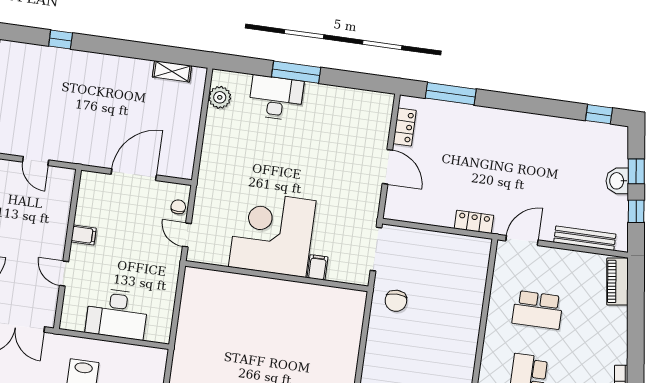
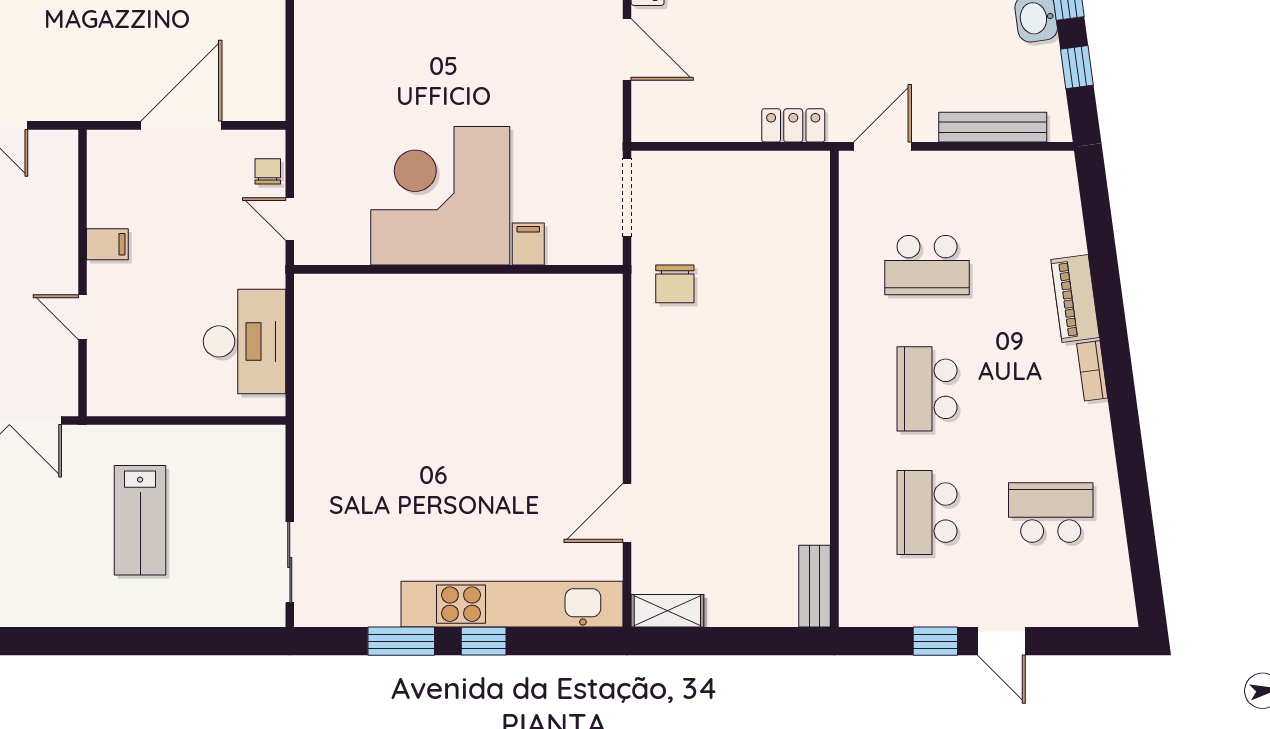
piano: (617, 281) -> (1075, 299), moved
desk: (117, 314) -> (244, 341), moved, turned -90

